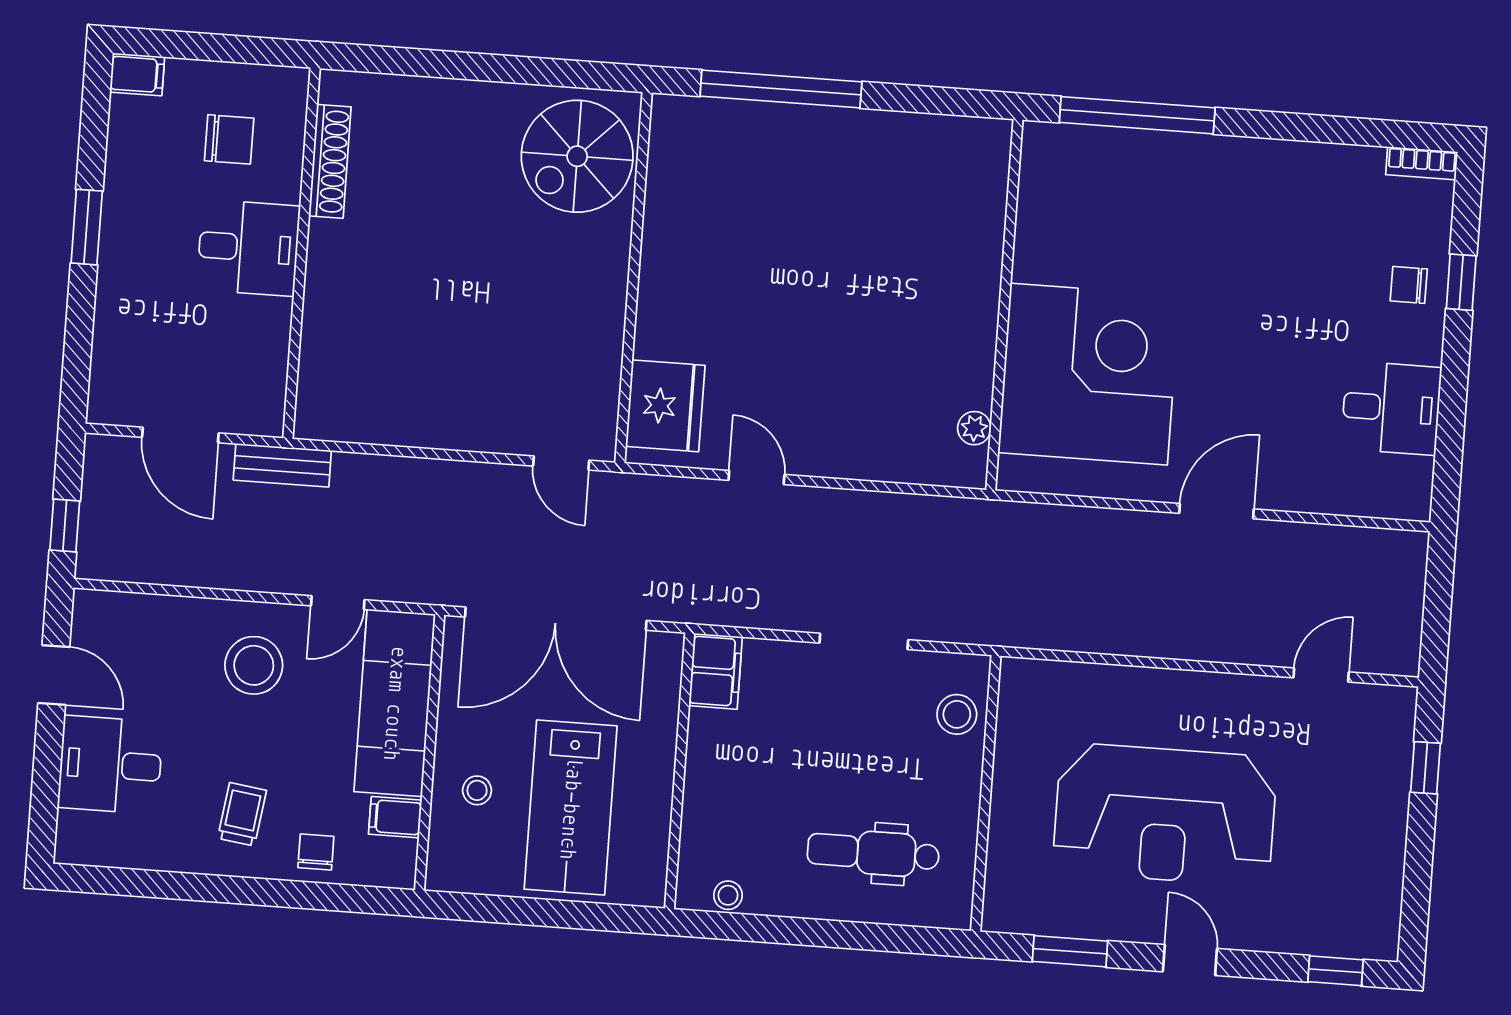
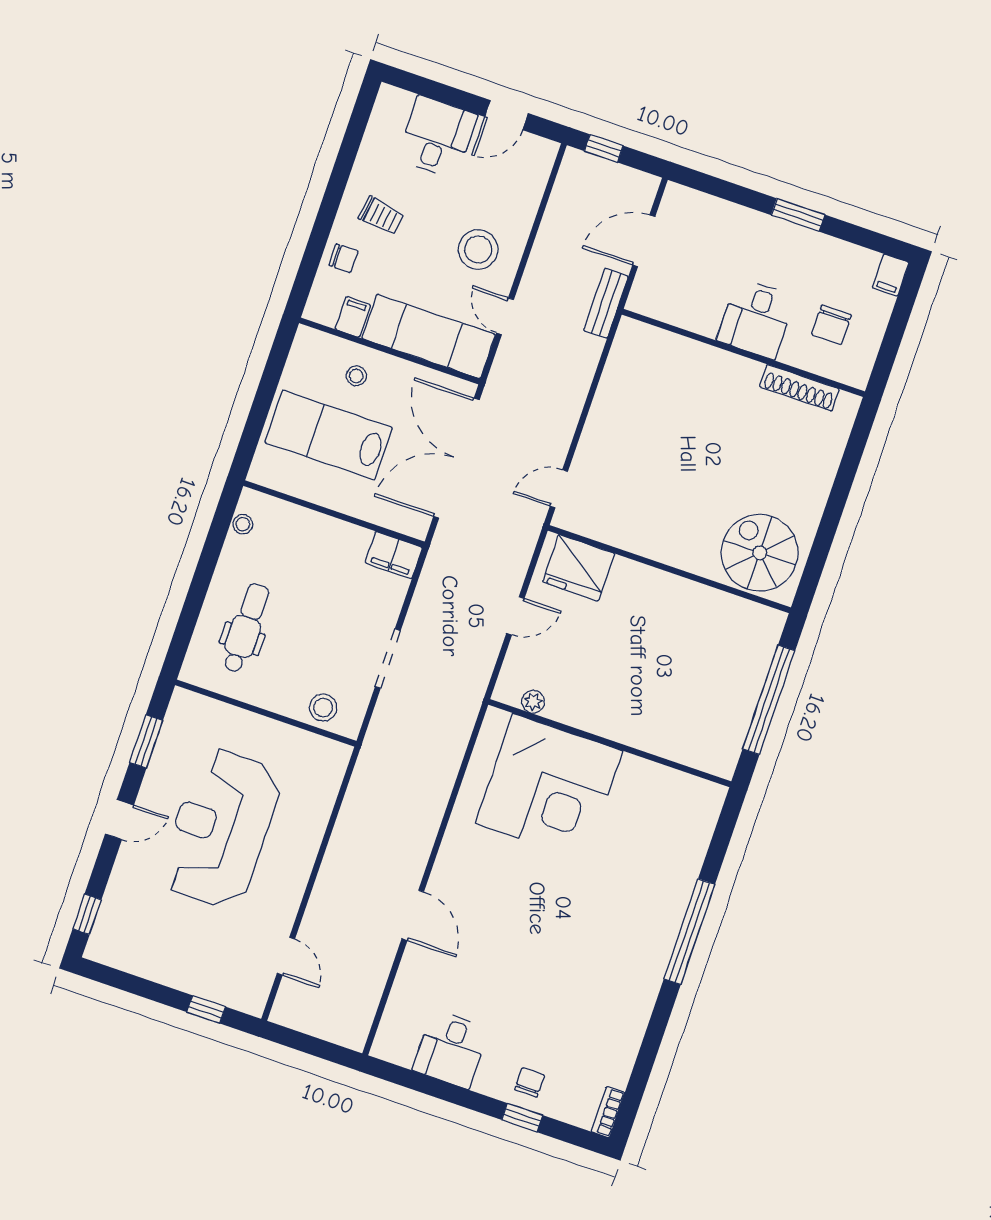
wall: (1004, 305) -> (610, 743), moved
corner desk: (1089, 374) -> (549, 787), moved
plant: (974, 428) -> (533, 702), moved

